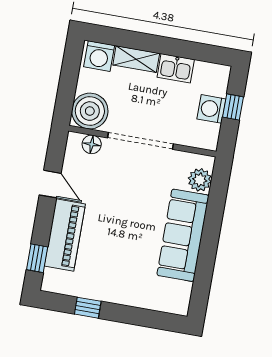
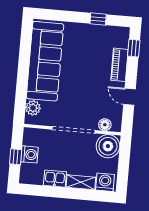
piano: (65, 235) -> (119, 65), width x0.73, depth x0.75
sofa: (183, 235) -> (45, 61), width x1.36, depth x1.27

